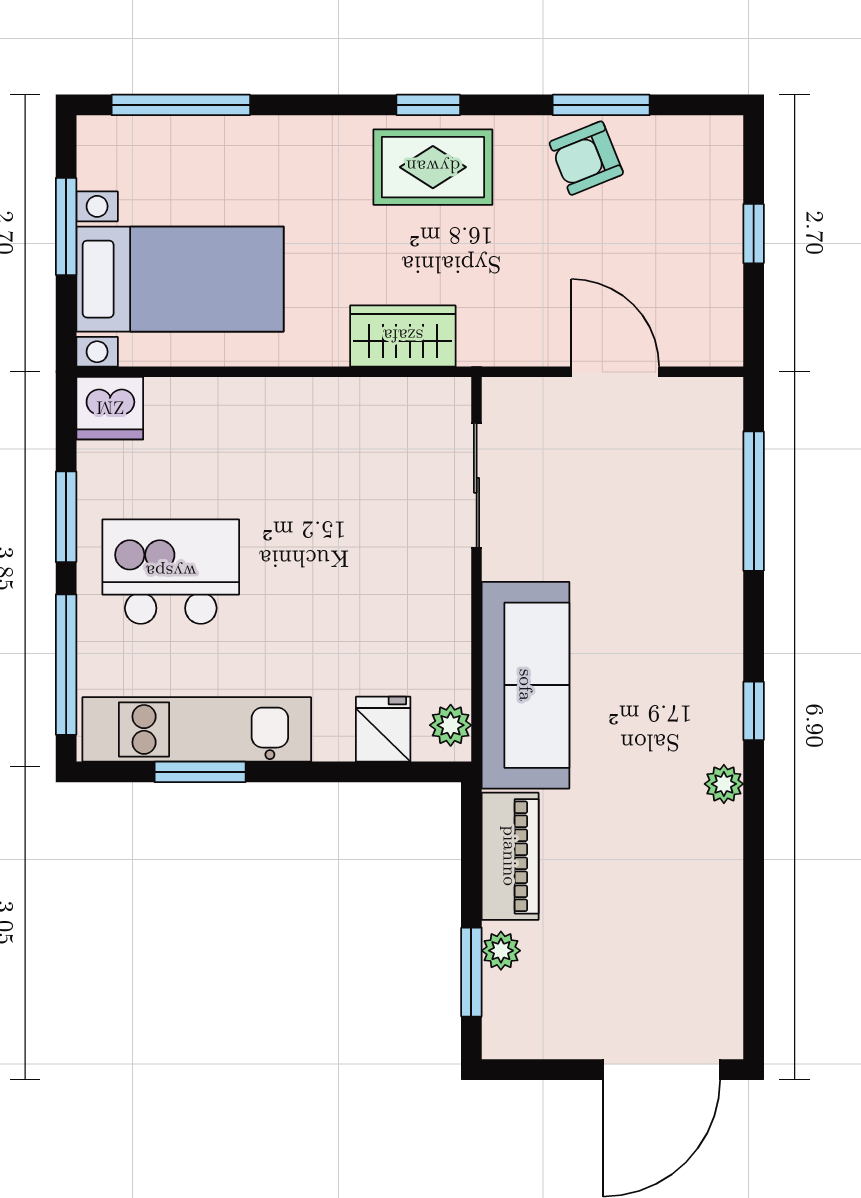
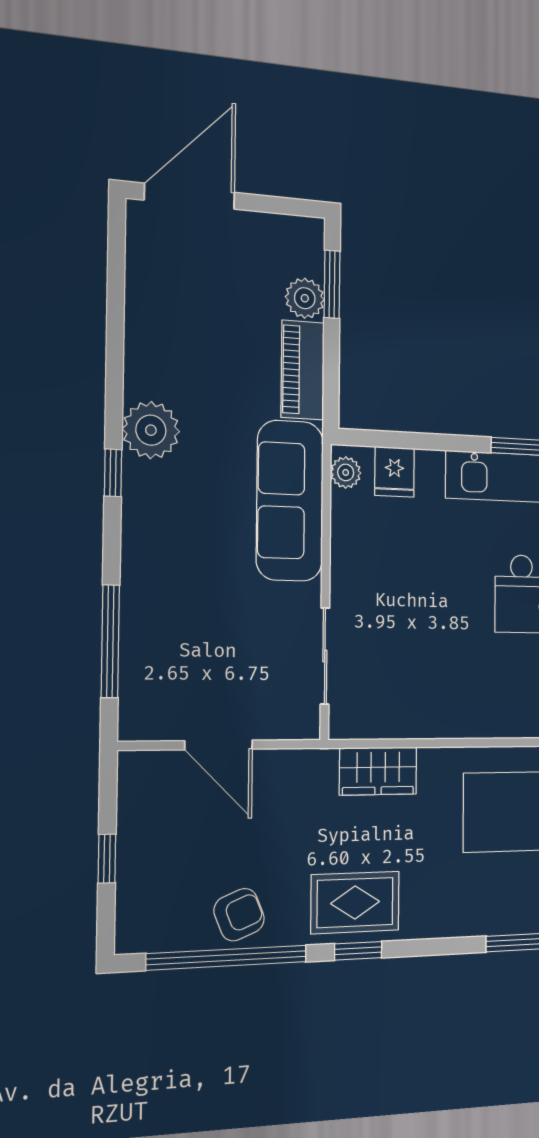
window: (601, 105) -> (227, 958), width x2.11
plant: (724, 784) -> (151, 430), width x1.88, depth x1.88
plant: (501, 951) -> (305, 298), width x1.38, depth x1.38

